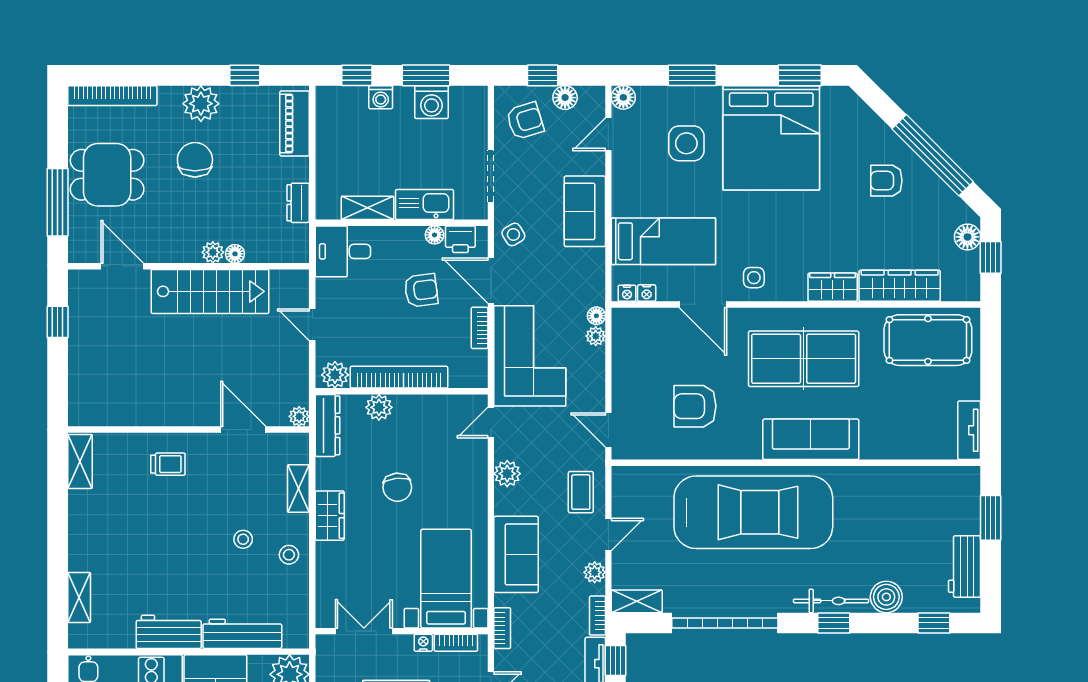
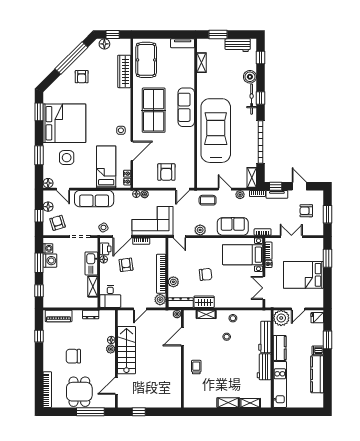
washing machine: (381, 97) -> (48, 248), moved
plant: (201, 104) -> (51, 354), removed
sofa: (585, 211) -> (94, 199), width x1.36
wardrobe: (833, 287) -> (125, 98), removed
armchair: (695, 406) -> (166, 172), moved
shelving: (80, 461) -> (228, 403), moved
shelving: (921, 477) -> (201, 63), added
wardrobe: (330, 516) -> (204, 302), moved

